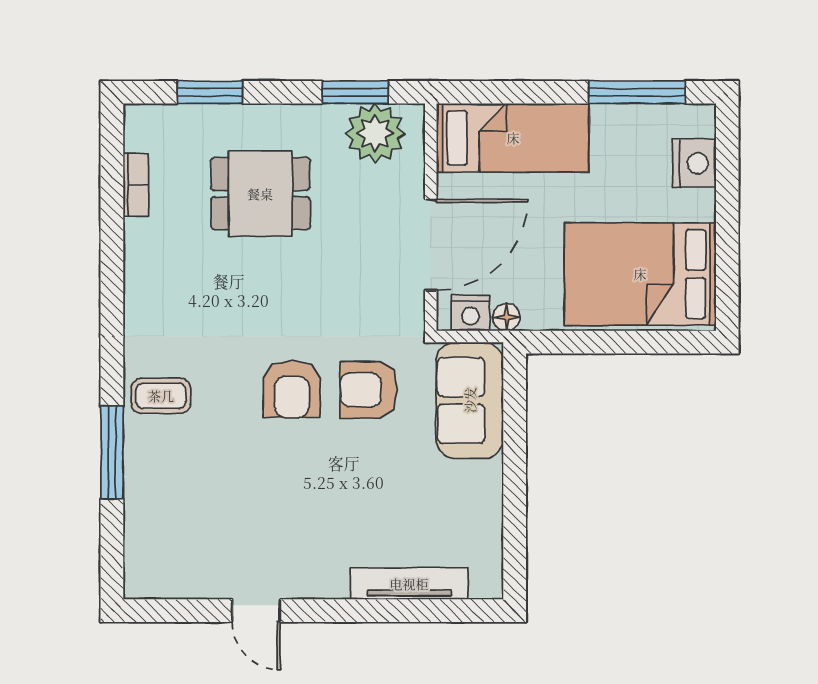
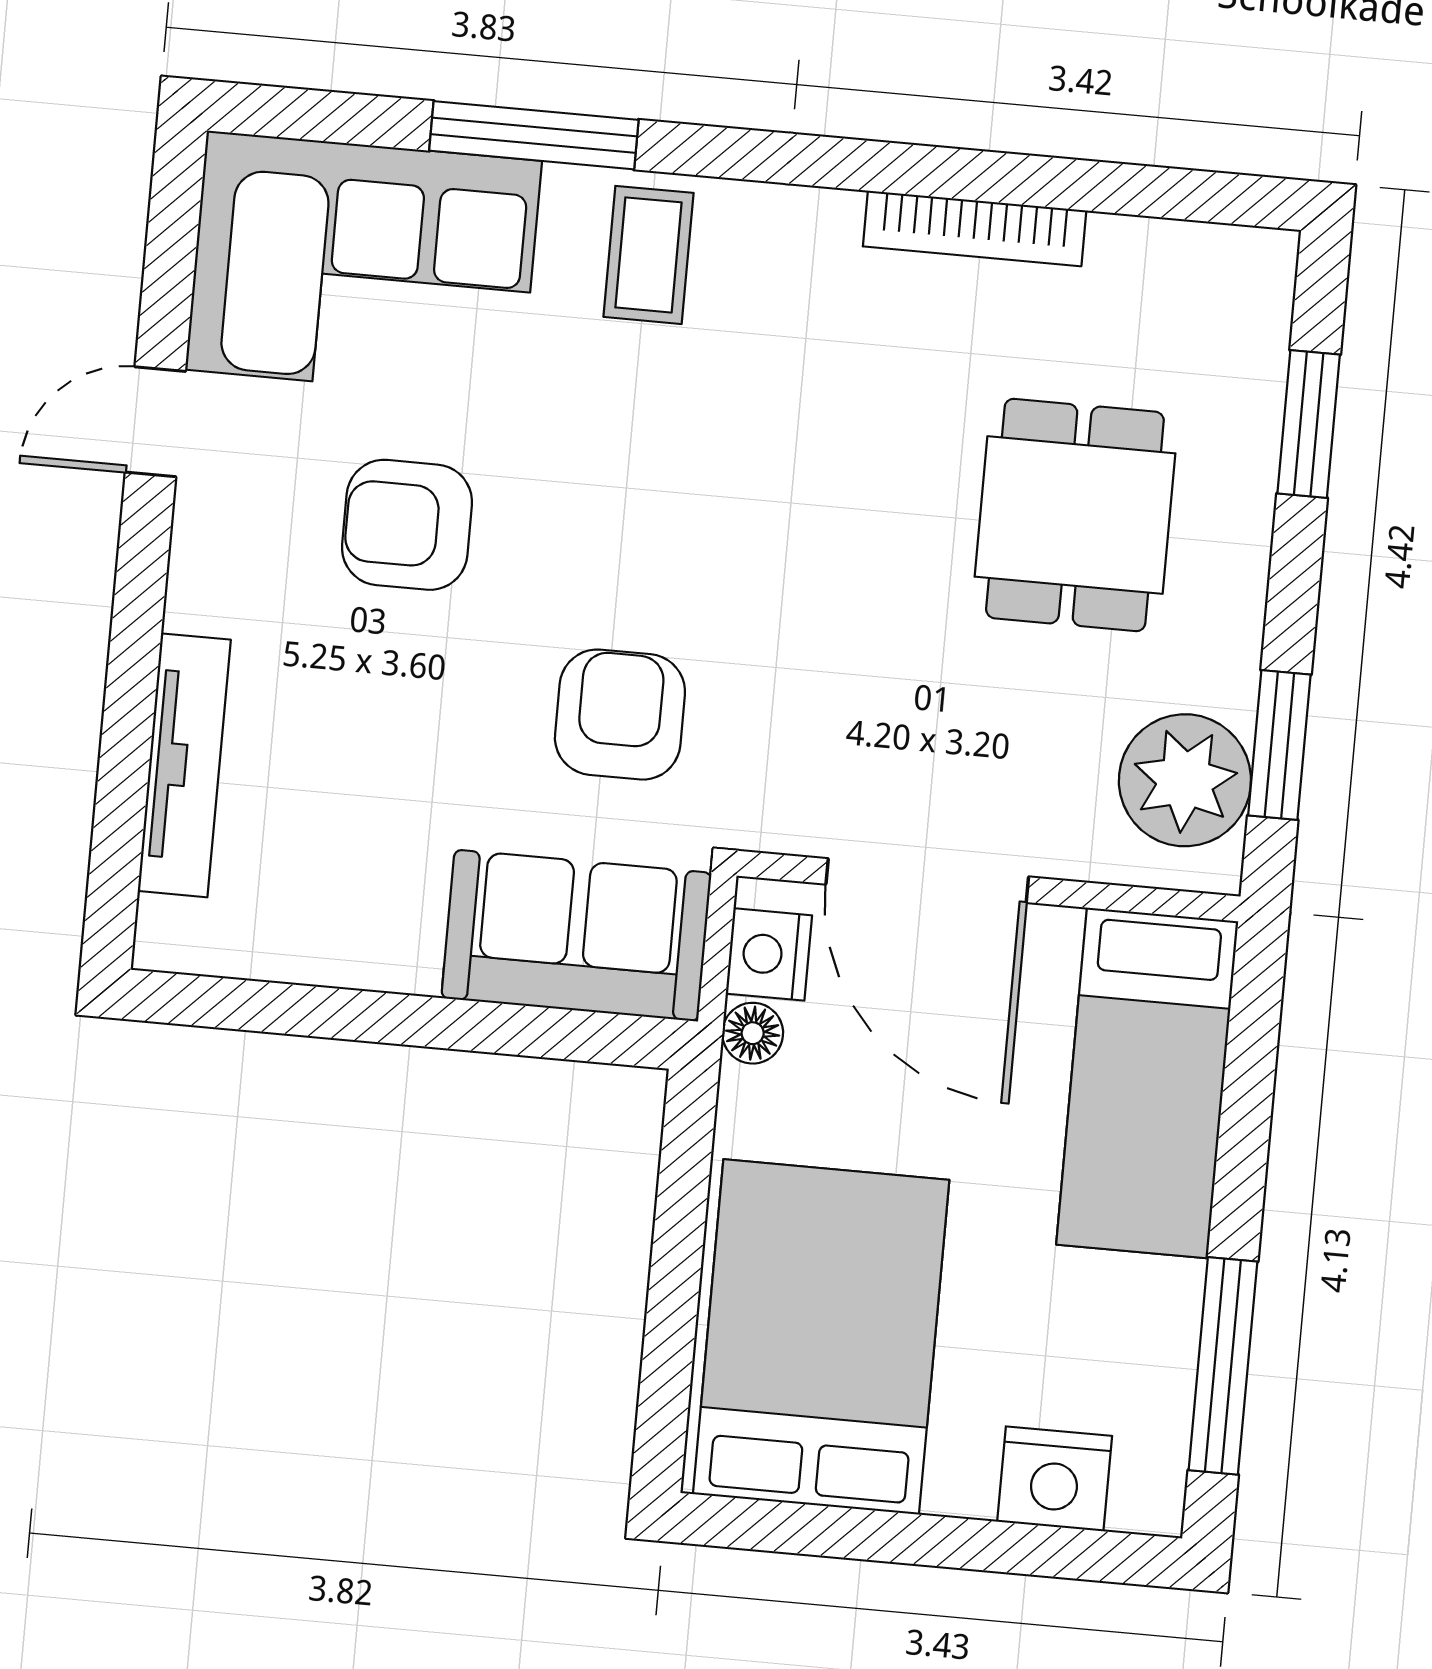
bookcase: (136, 185) -> (975, 228), moved, width x1.56
armchair: (292, 389) -> (407, 525), moved
corner sofa: (177, 523) -> (364, 265), added

